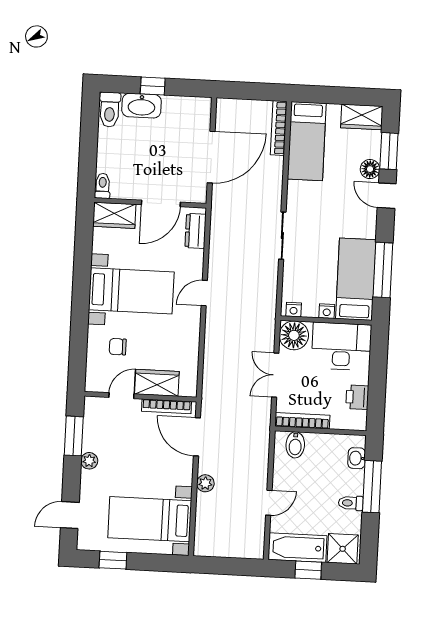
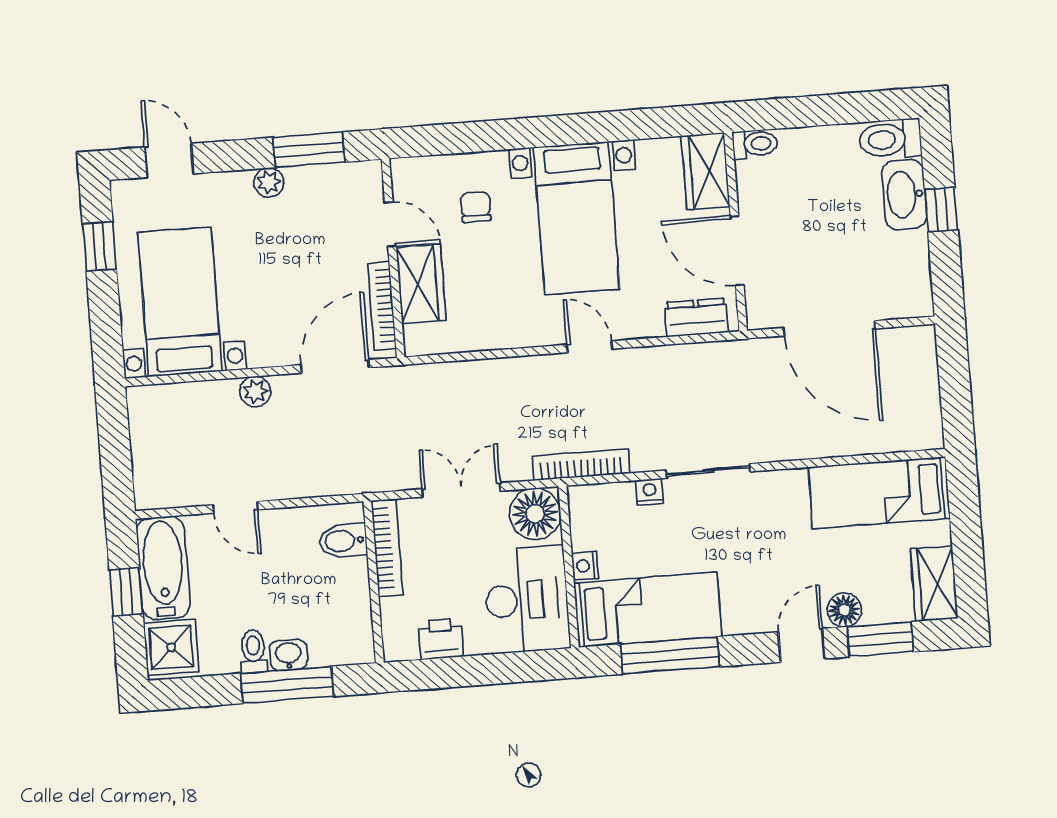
bookcase: (279, 128) -> (581, 465), moved
nightstand: (294, 310) -> (650, 492), moved, turned 90
washbasin: (357, 458) -> (288, 655), moved

